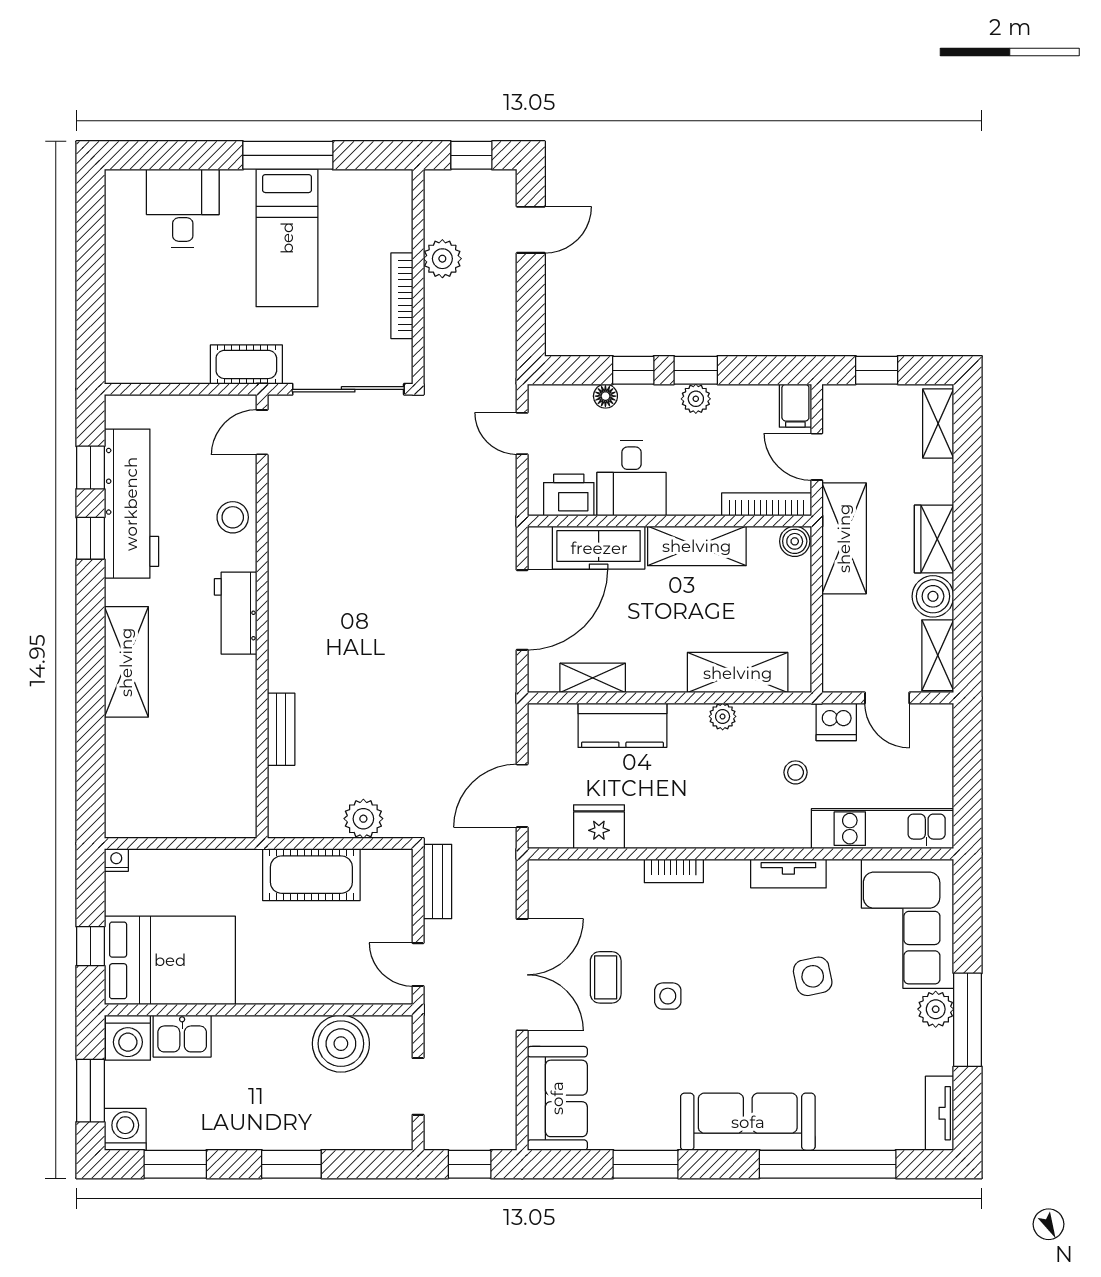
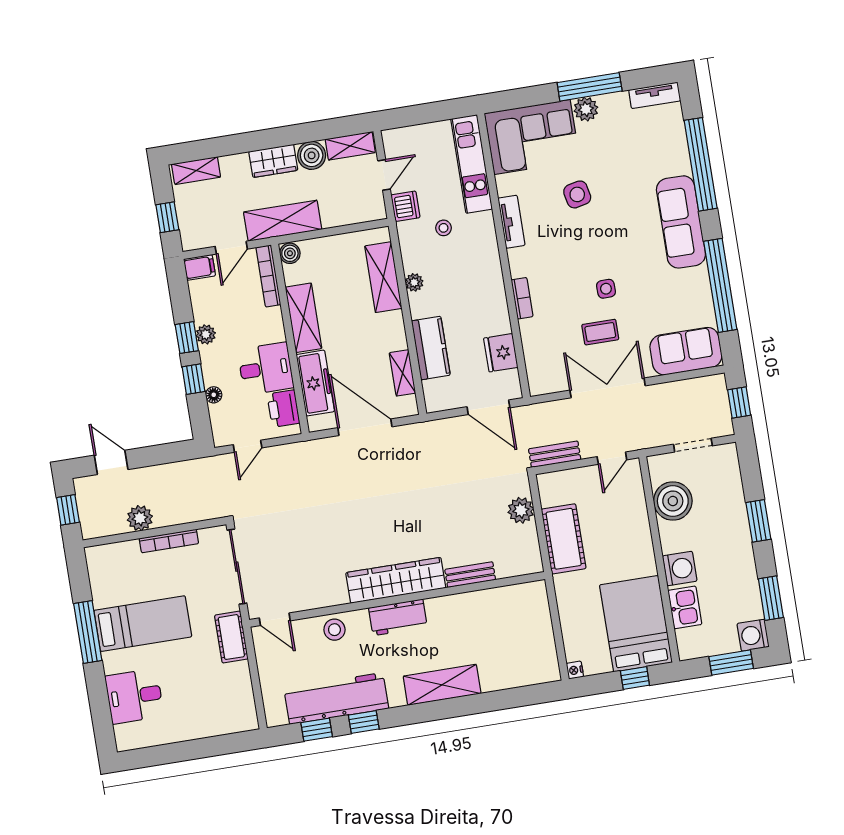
wardrobe: (290, 619) -> (396, 580), added
washing machine: (128, 1038) -> (680, 569), moved
window: (646, 1164) -> (720, 285), width x2.11

